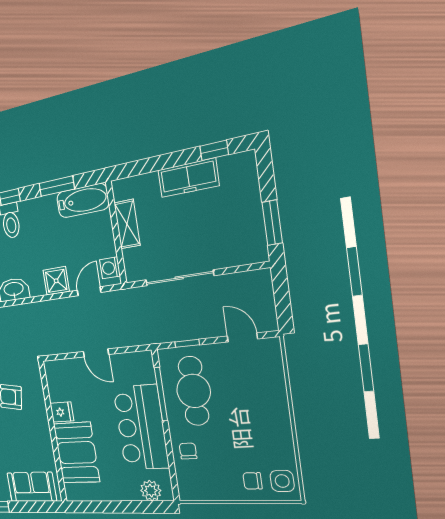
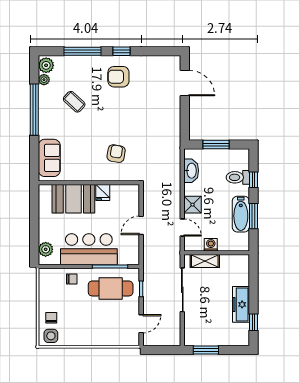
bathtub: (83, 201) -> (241, 214), moved
shelving: (127, 224) -> (205, 261), moved
washing machine: (110, 268) -> (211, 245), moved

